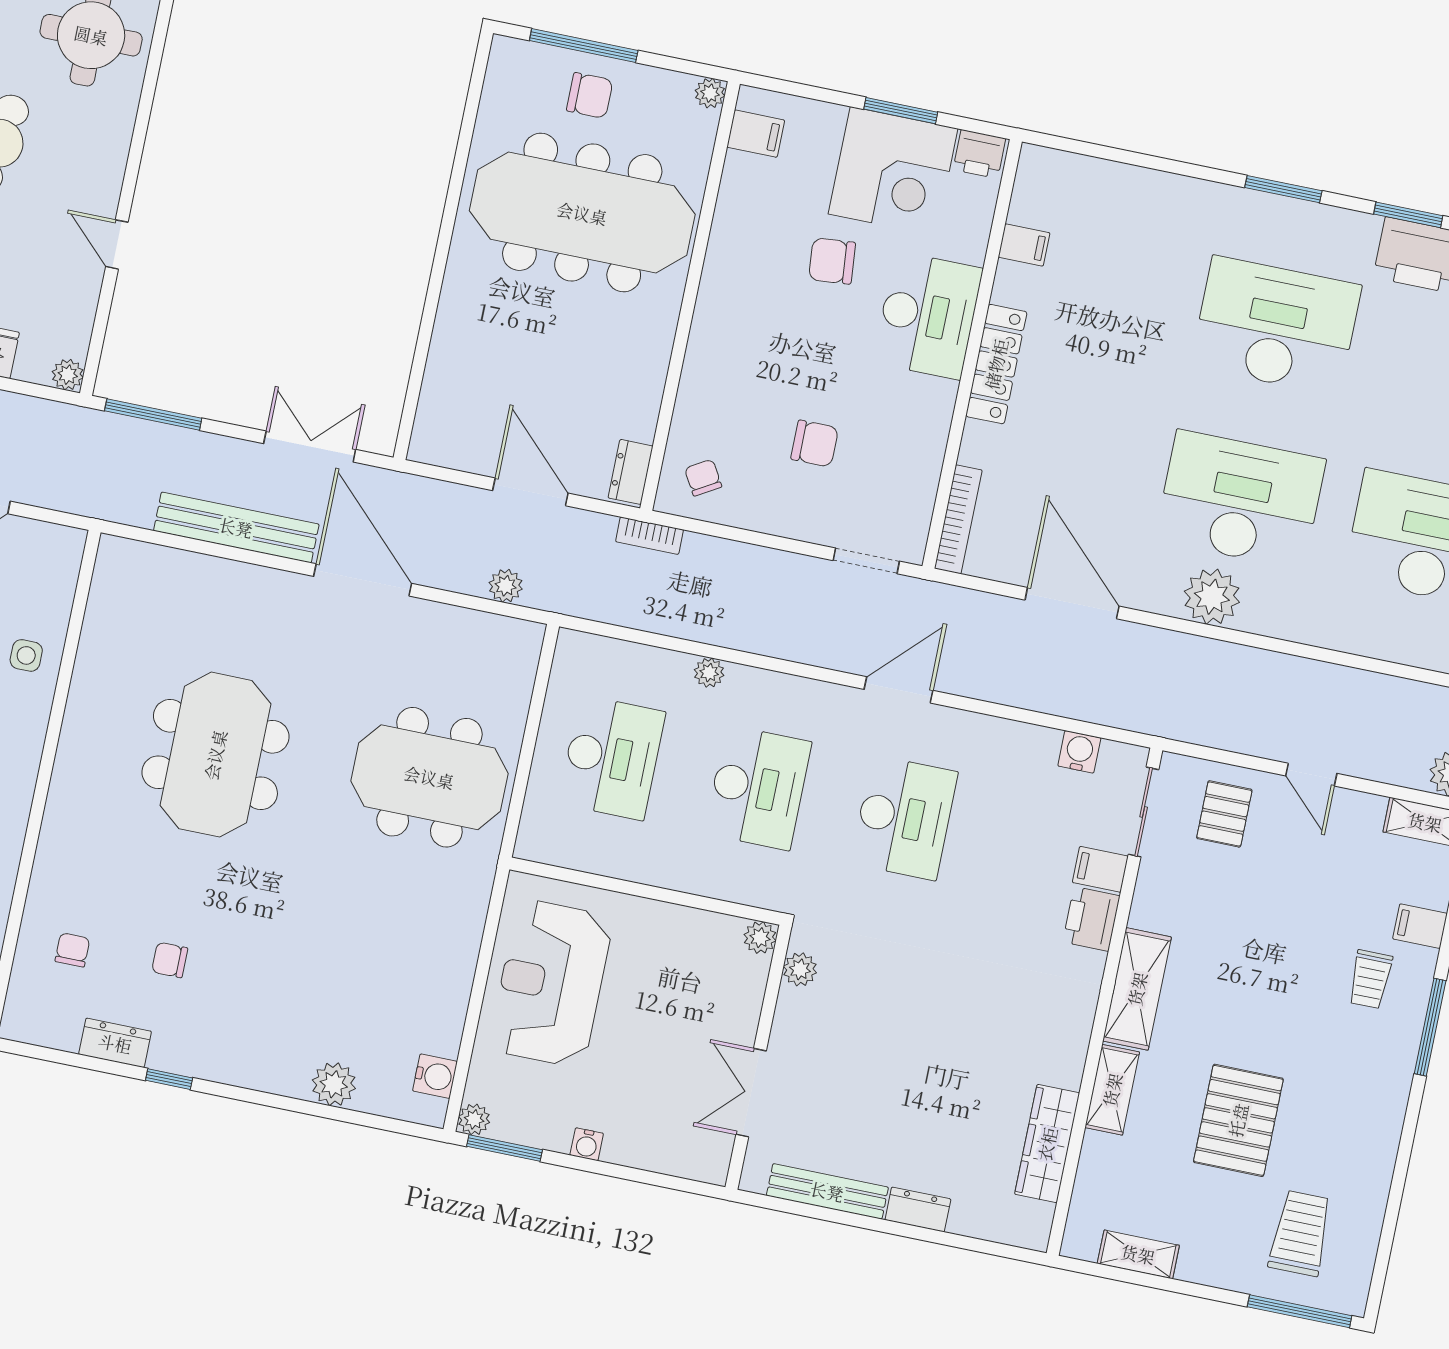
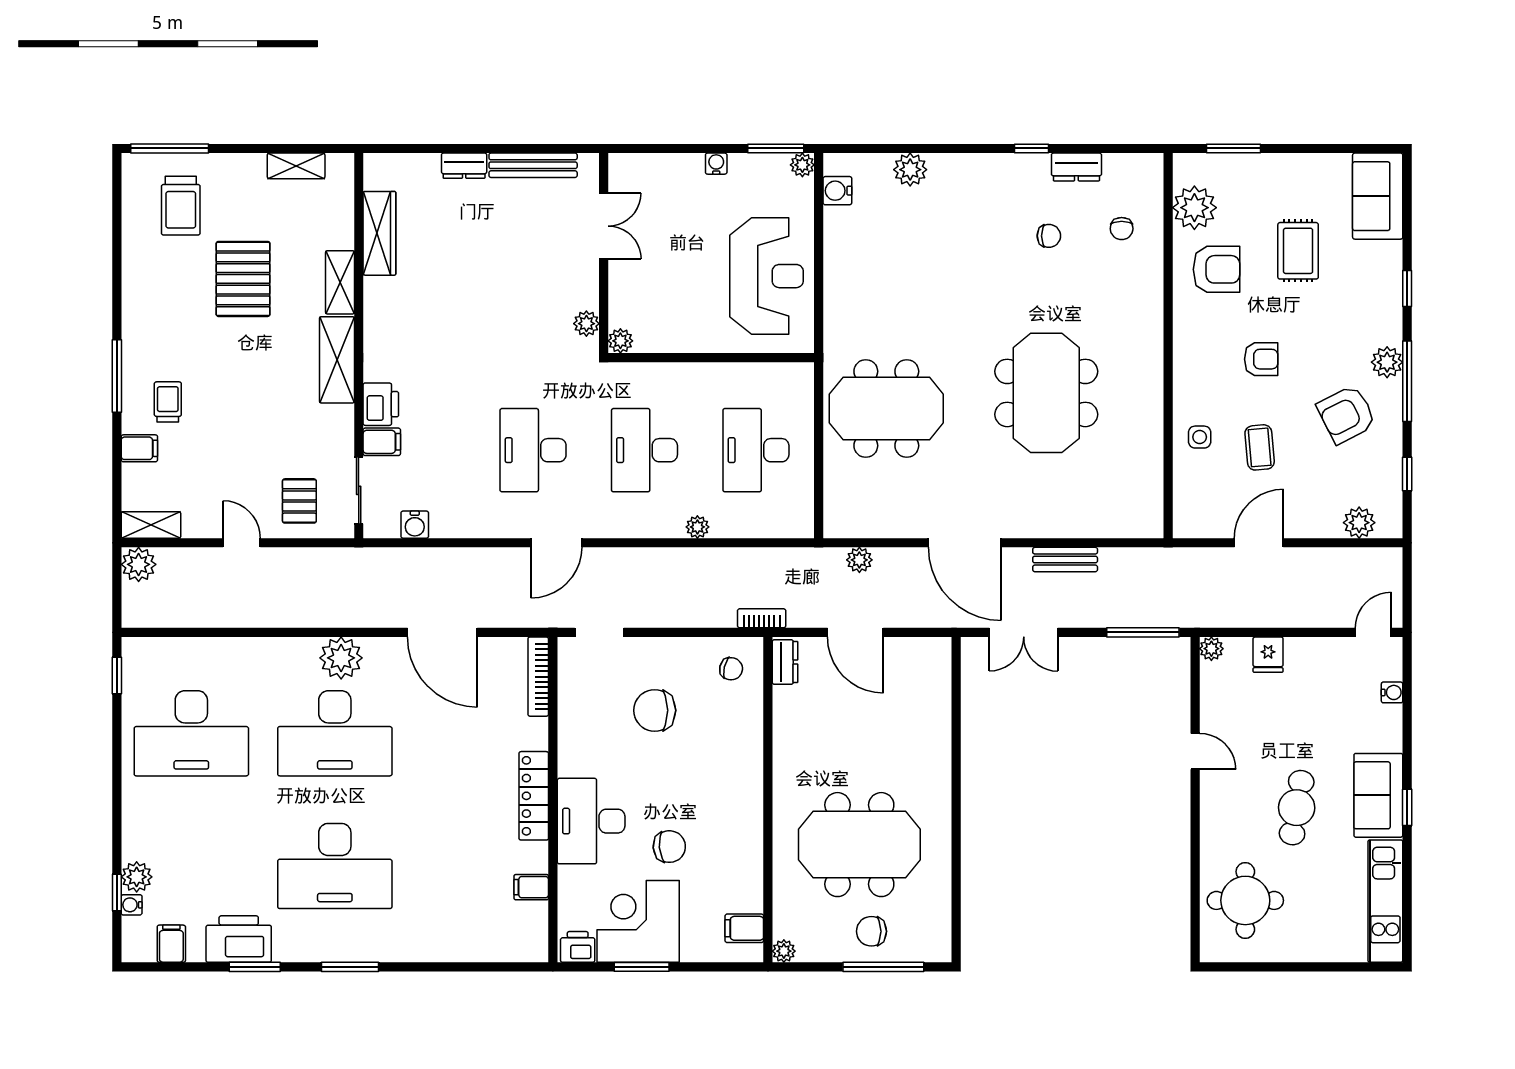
meeting table: (582, 213) -> (859, 845), width x0.73
chair: (815, 444) -> (655, 710), width x1.37, depth x1.37
chair: (703, 478) -> (731, 669), turned -46
bench: (236, 527) -> (1065, 560), width x0.54, depth x0.82

